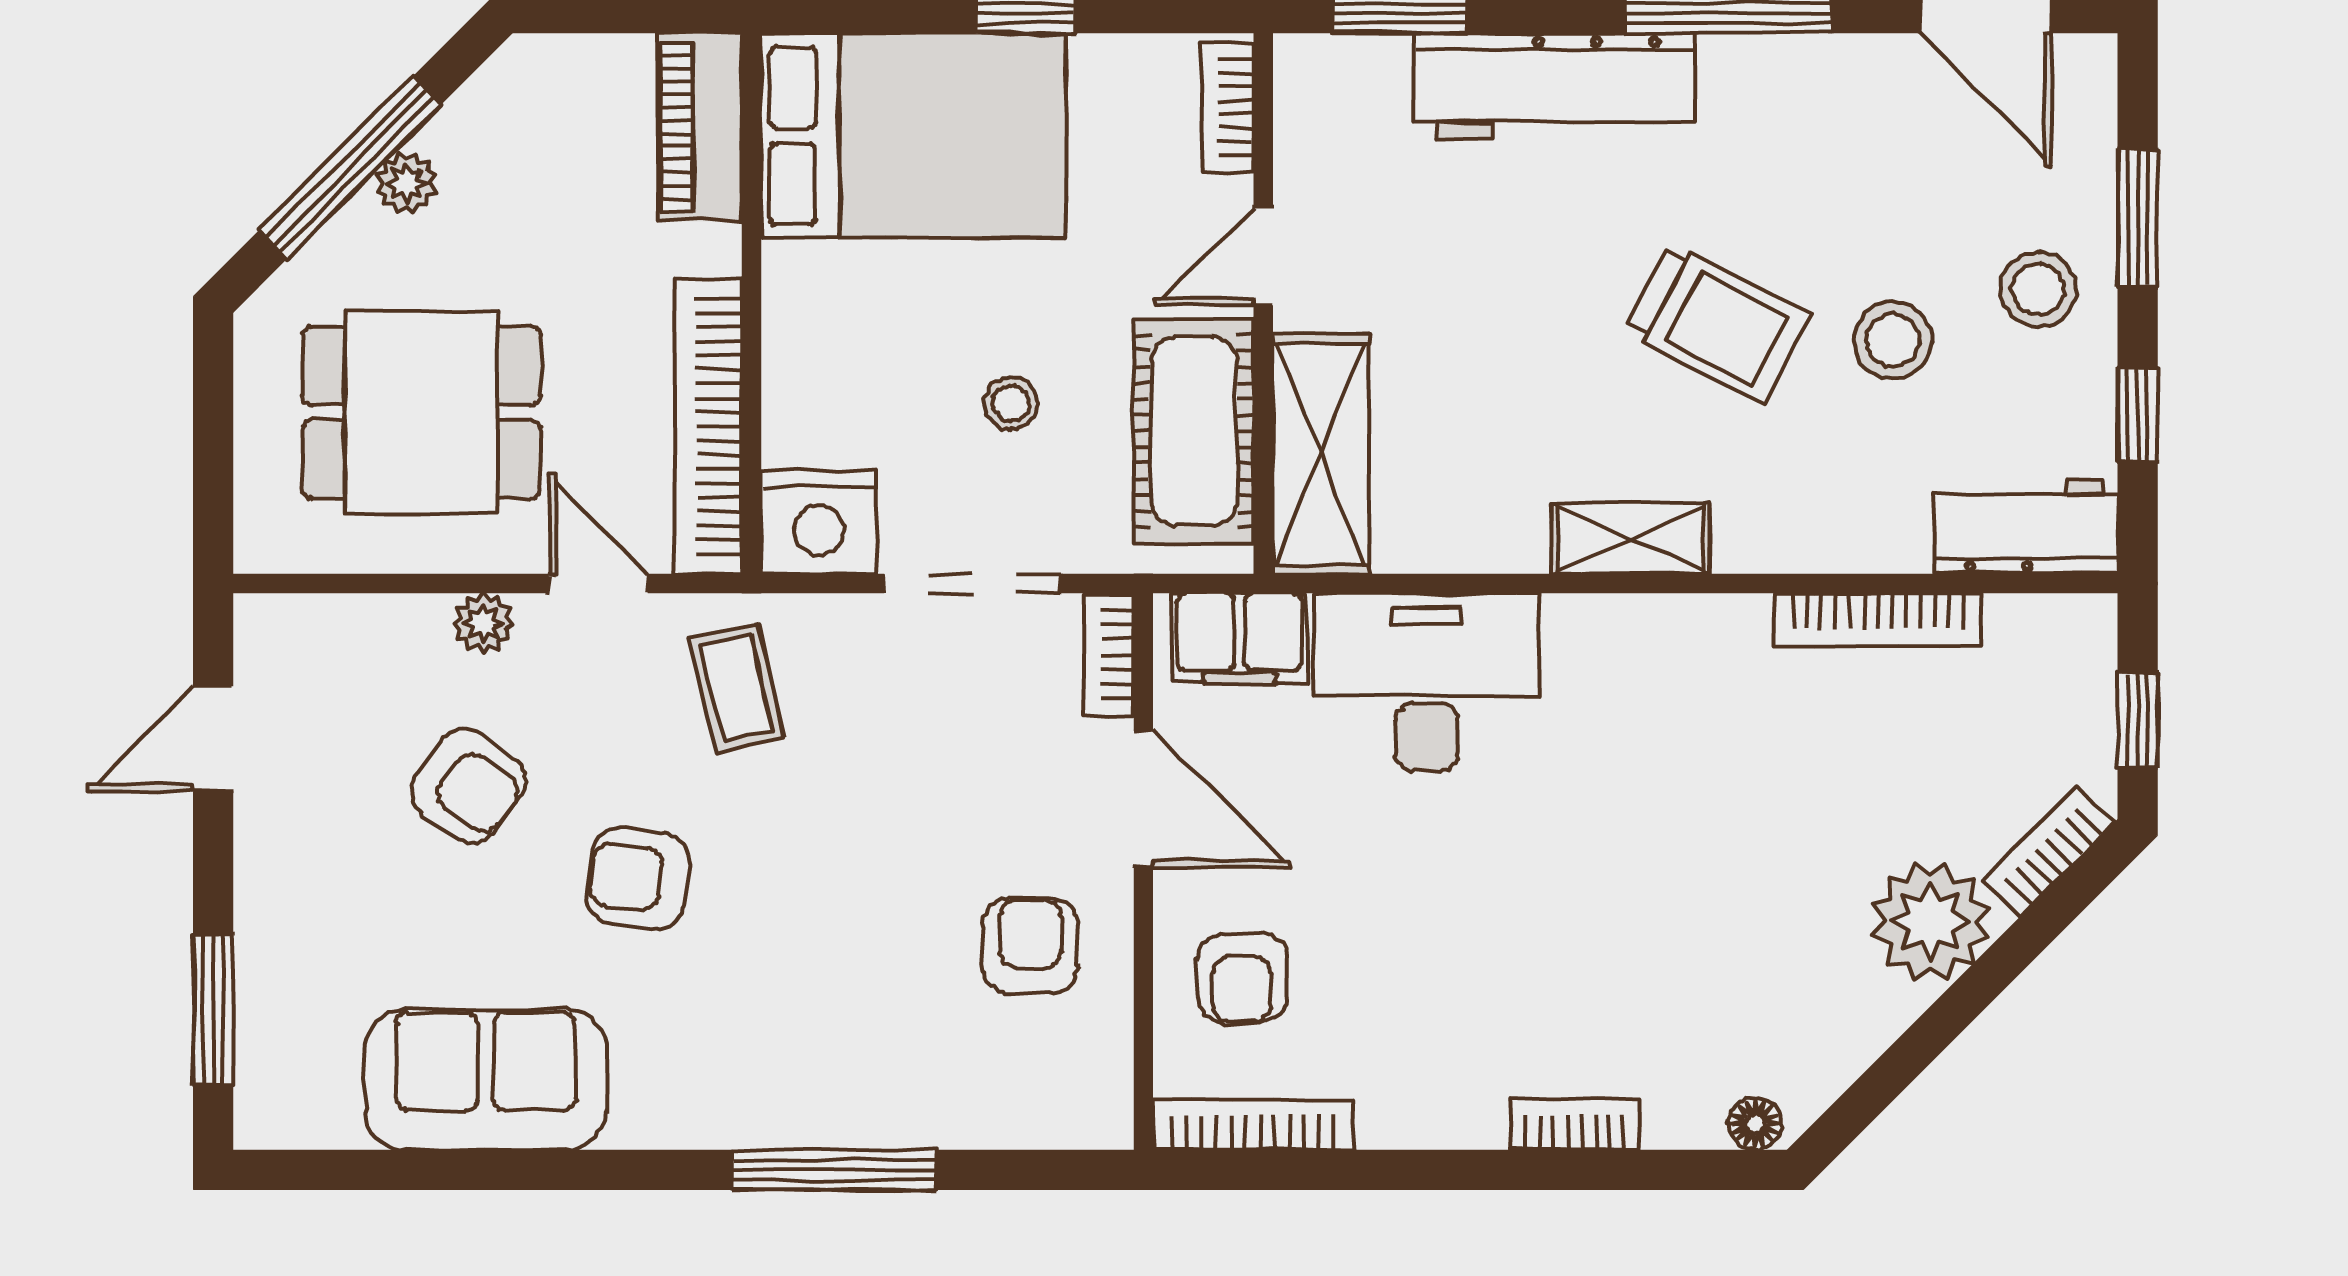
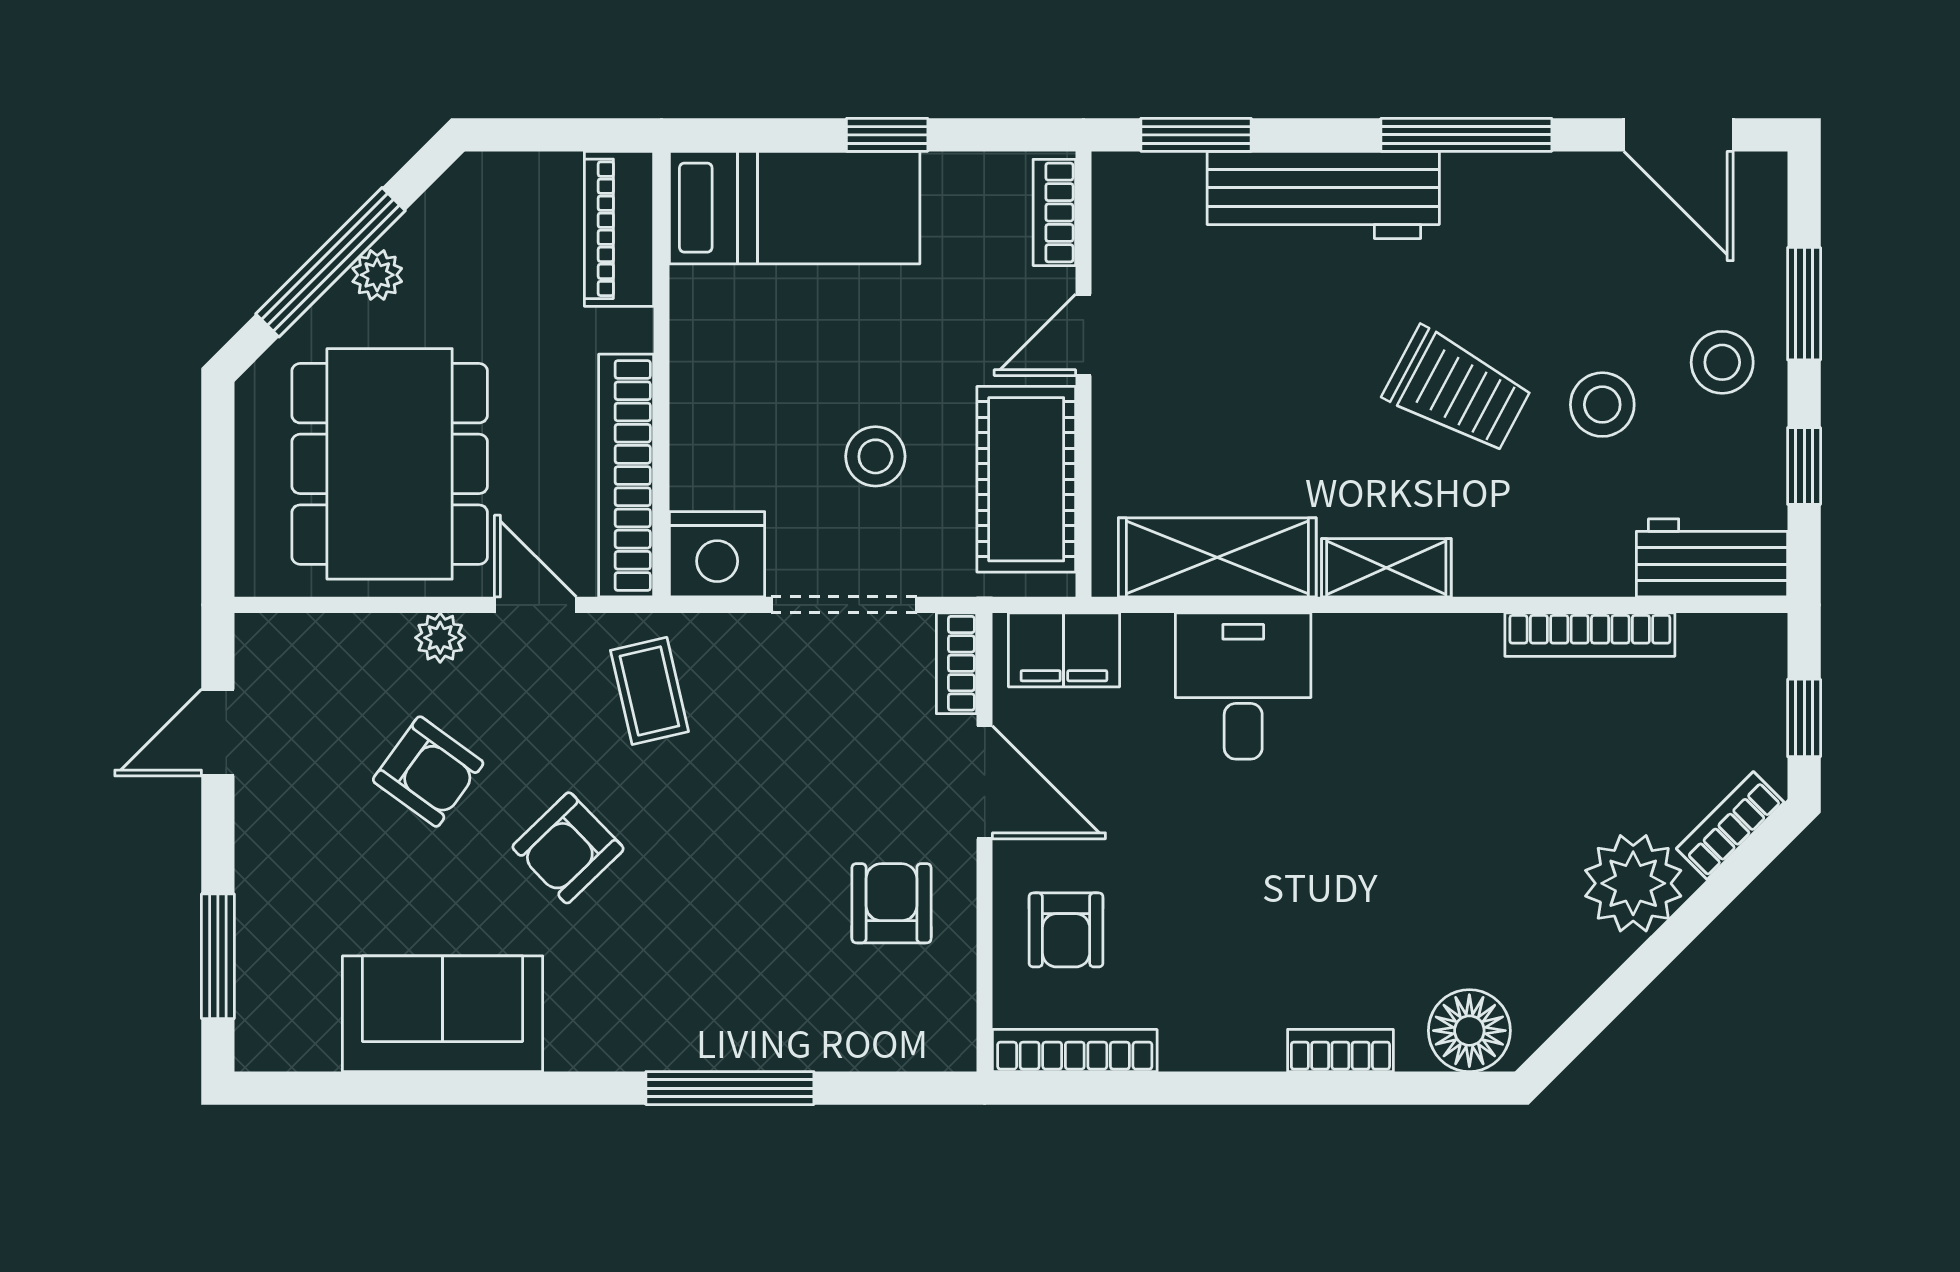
bed: (913, 136) -> (795, 208), width x0.67
stool: (1011, 403) -> (875, 456), width x1.37, depth x1.37
dining table: (421, 412) -> (390, 464), width x1.38
shelving: (1321, 454) -> (1217, 557), moved, turned 90
desk: (1426, 682) -> (1243, 686), width x0.73
armchair: (638, 878) -> (568, 848), turned -51
floor lamp: (1755, 1123) -> (1469, 1031), width x1.89, depth x1.89

